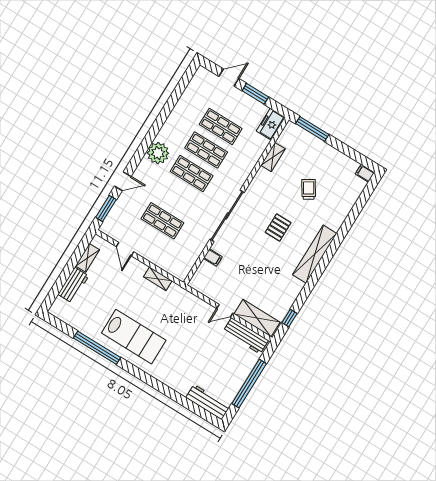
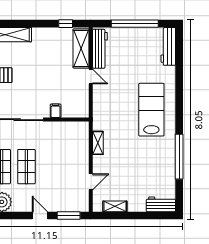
shop shelf: (162, 221) -> (26, 167), moved
workbench: (73, 285) -> (161, 204), moved
lab bench: (134, 337) -> (151, 110), moved

